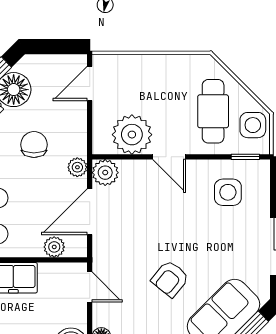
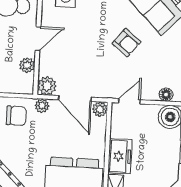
plant: (132, 135) -> (27, 65), width x0.53, depth x0.53
chair: (34, 145) -> (16, 116), moved, turned 180
plant: (54, 247) -> (100, 109), moved

